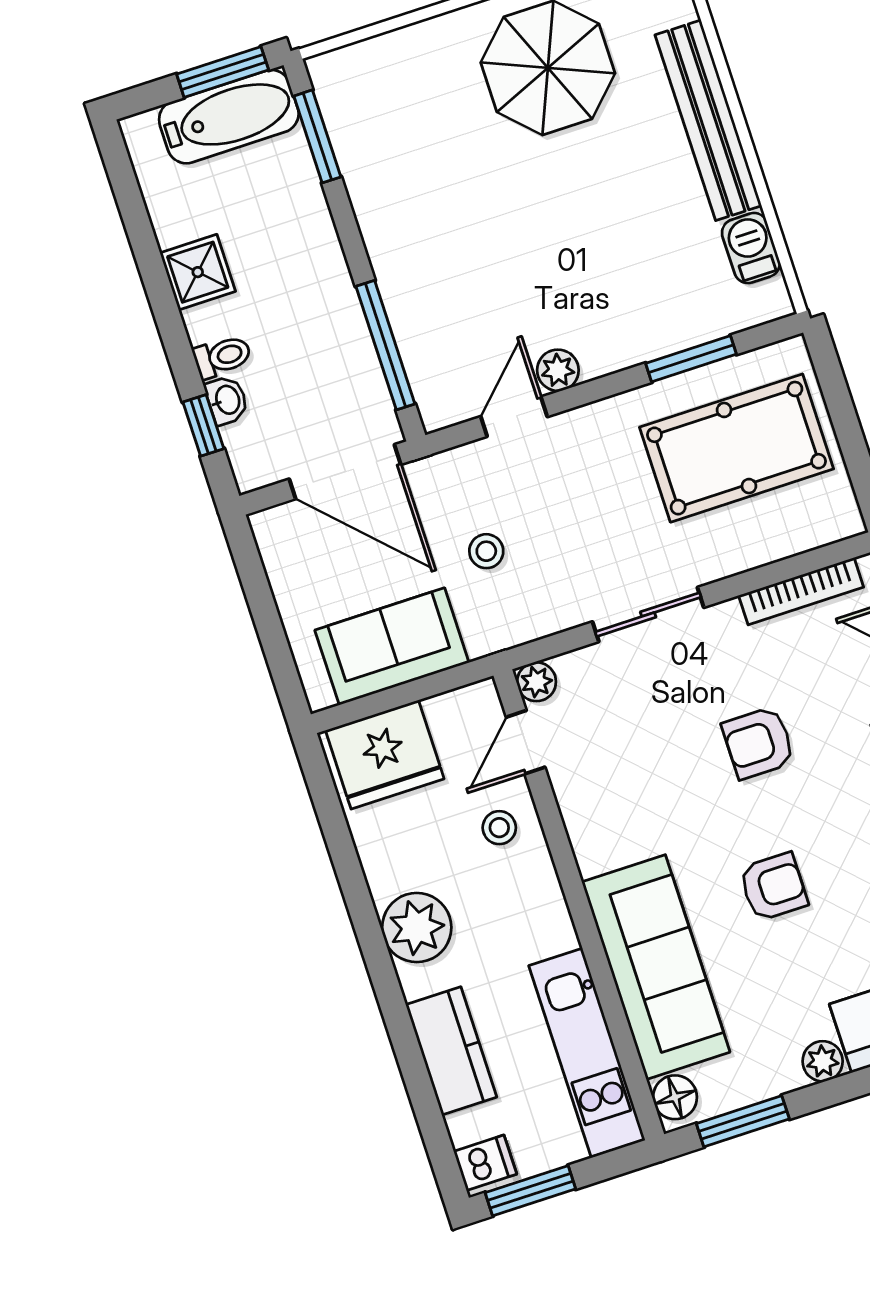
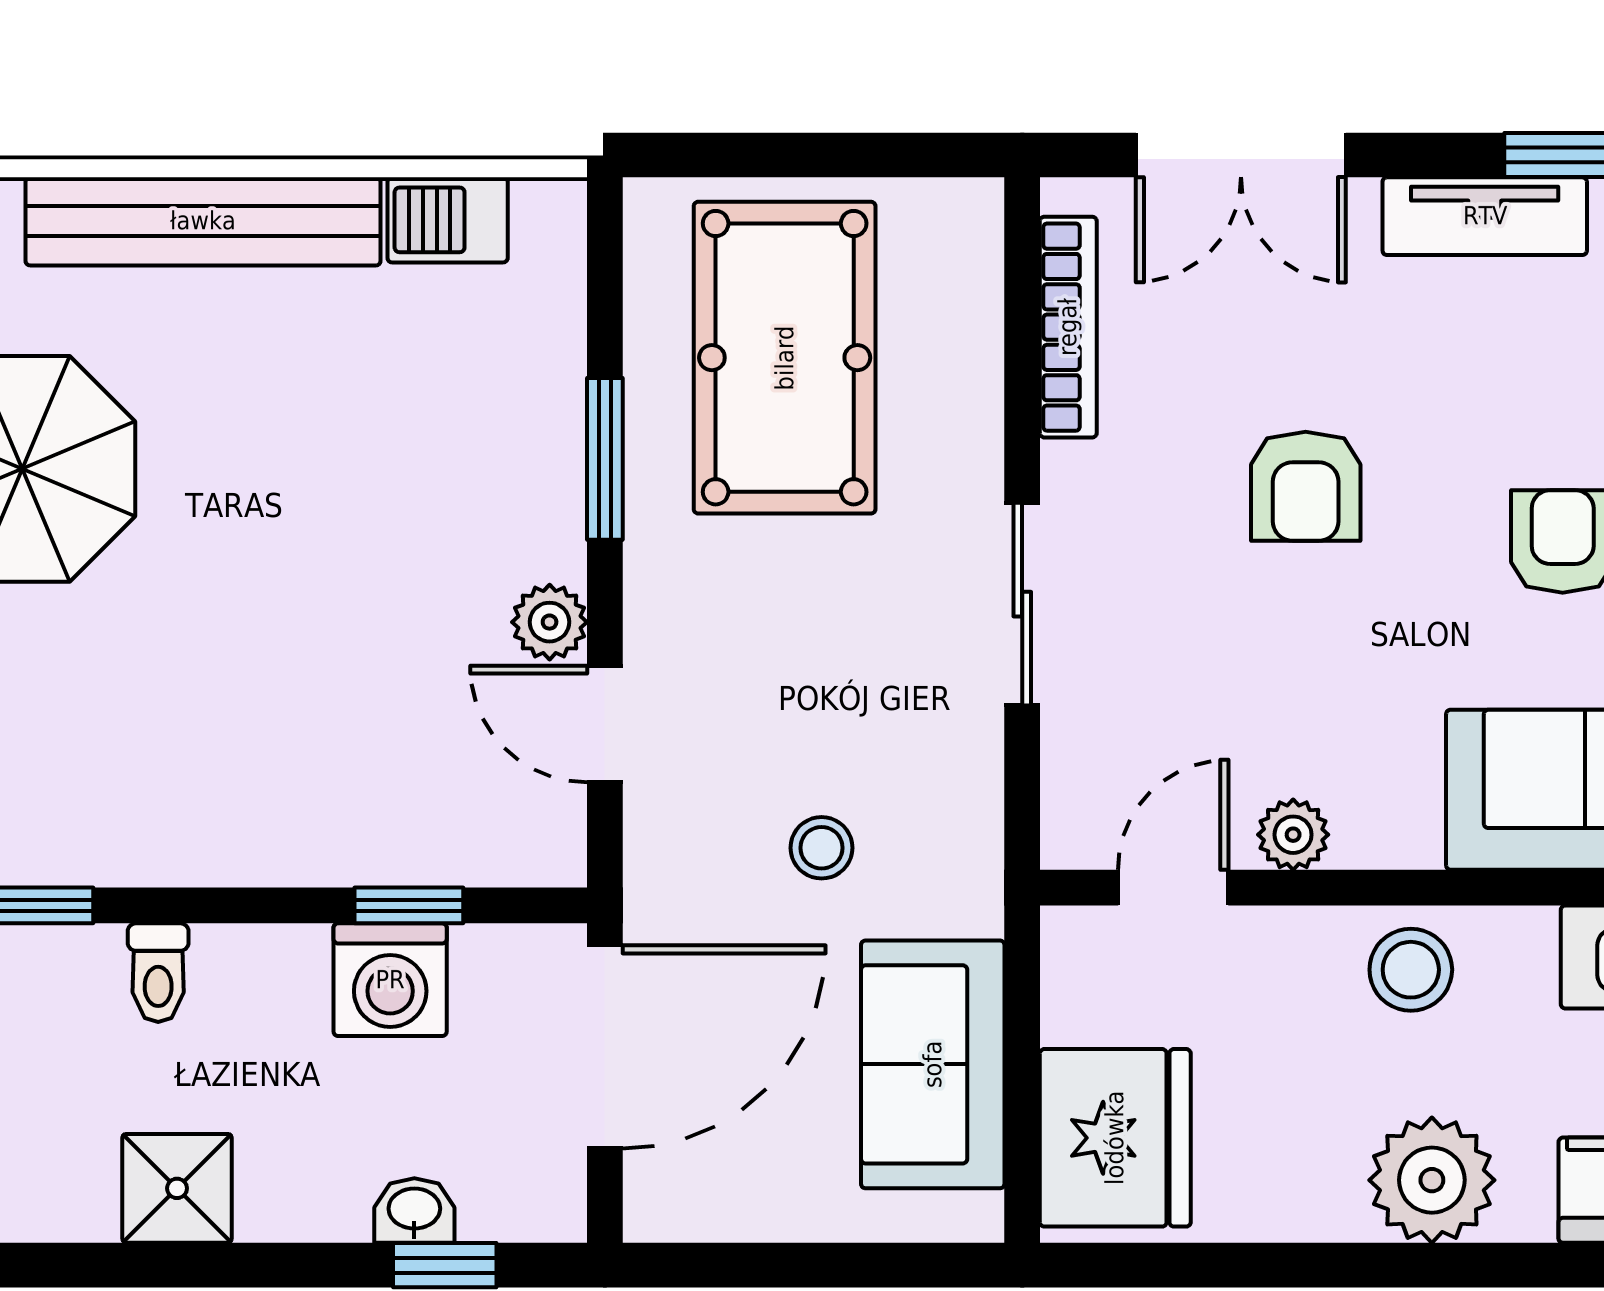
window: (385, 345) -> (409, 905), width x0.46
washing machine: (343, 348) -> (390, 980), added
toilet: (222, 357) -> (158, 973), moved, turned 180
window: (691, 359) -> (605, 459), moved
plant: (537, 682) -> (1293, 835), moved
door: (526, 742) -> (1173, 888), swing flipped
stool: (499, 828) -> (1411, 970), moved, width x1.37, depth x1.37

